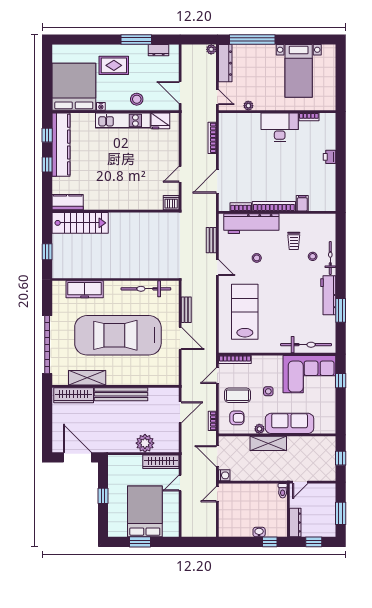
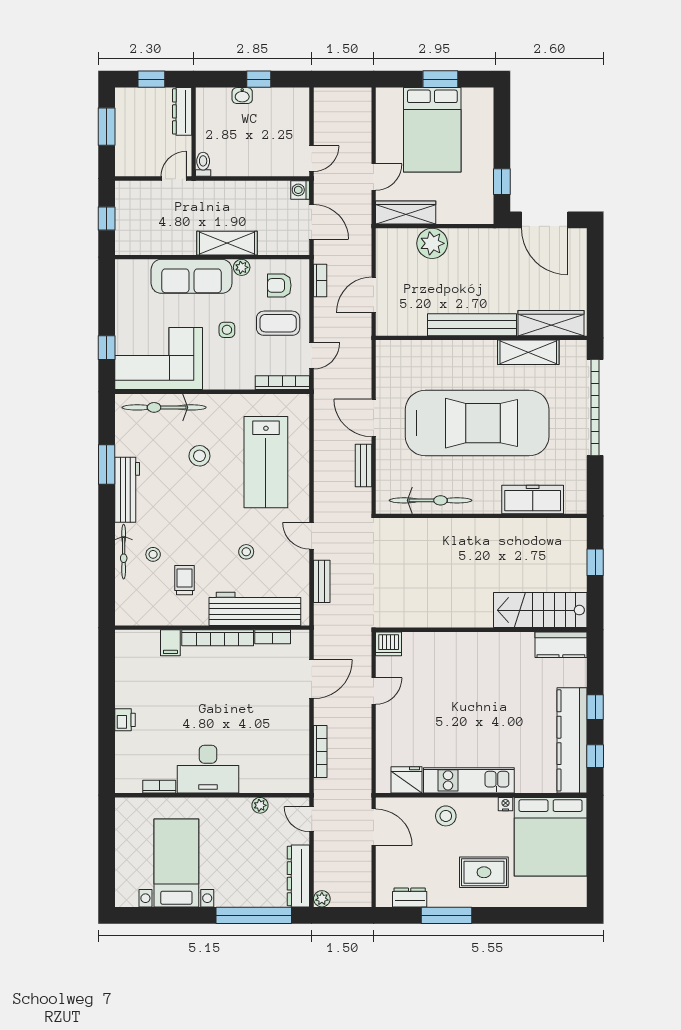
stool: (285, 316) -> (199, 456), added
window: (103, 496) -> (502, 182), moved
window: (270, 542) -> (259, 79), moved

